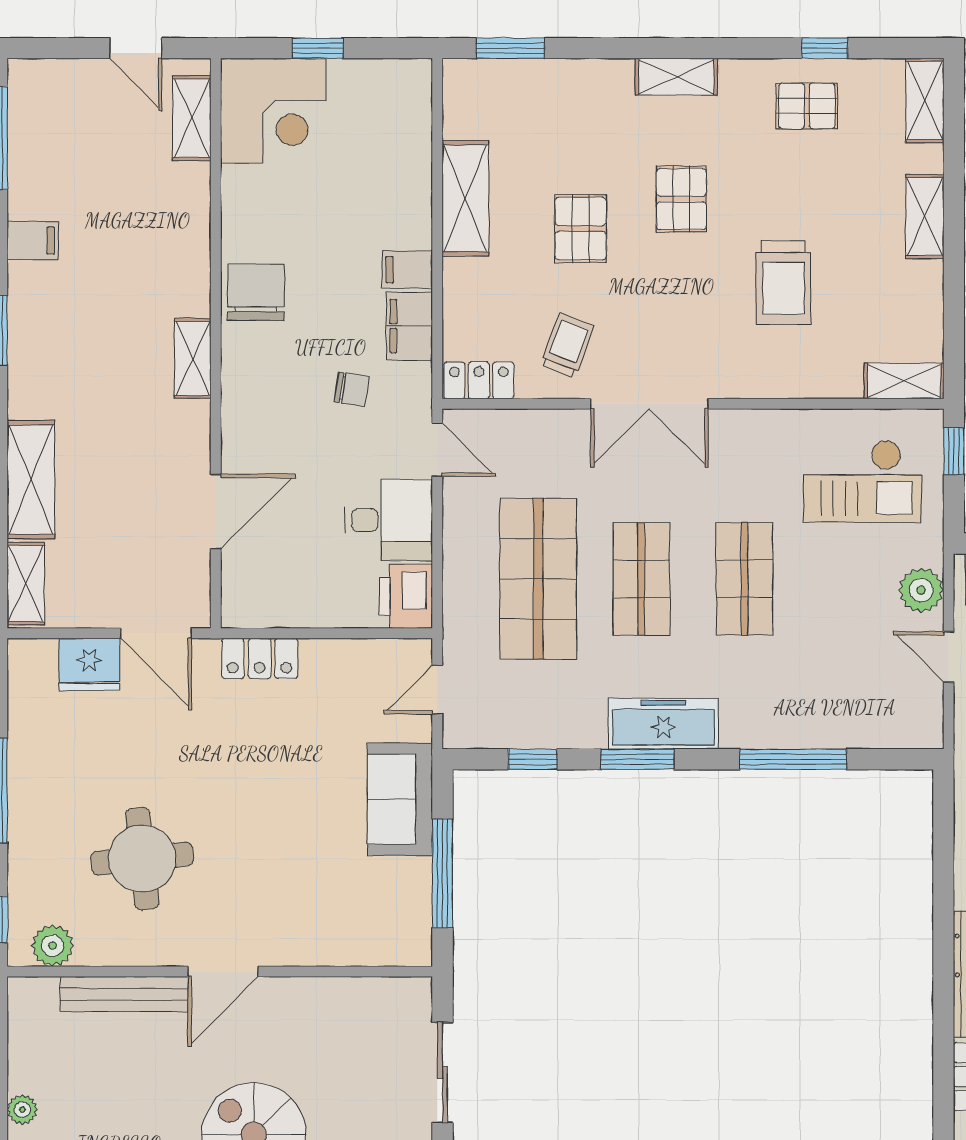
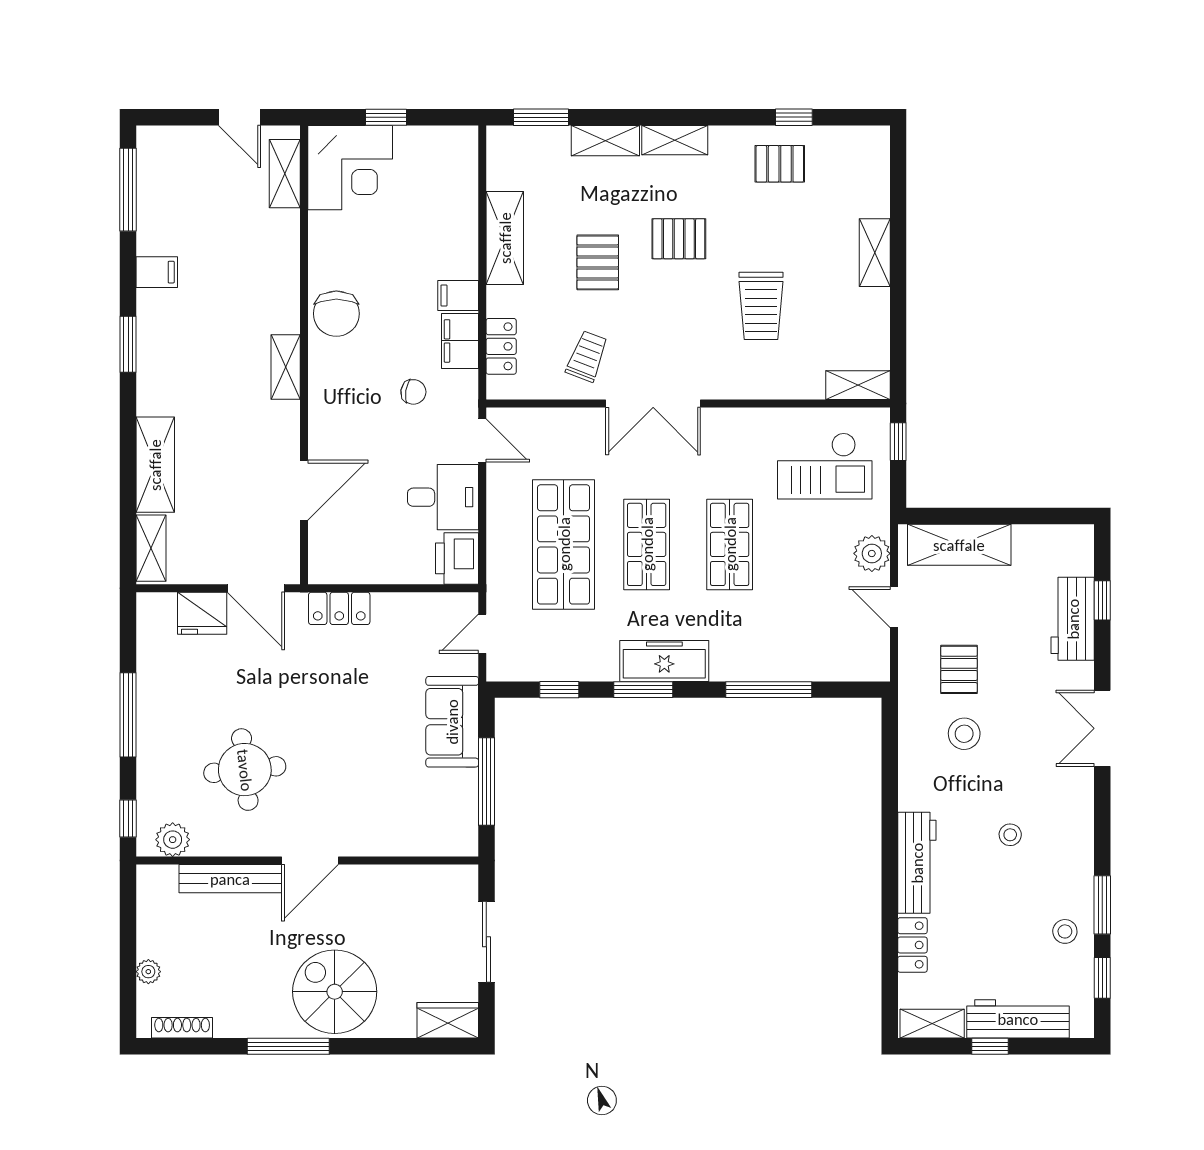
shelving: (925, 100) -> (605, 141), moved, turned 90
pallet: (681, 199) -> (679, 239), turned 90
chair: (256, 292) -> (336, 314), turned 180
locker: (479, 380) -> (501, 346), moved, turned 90

